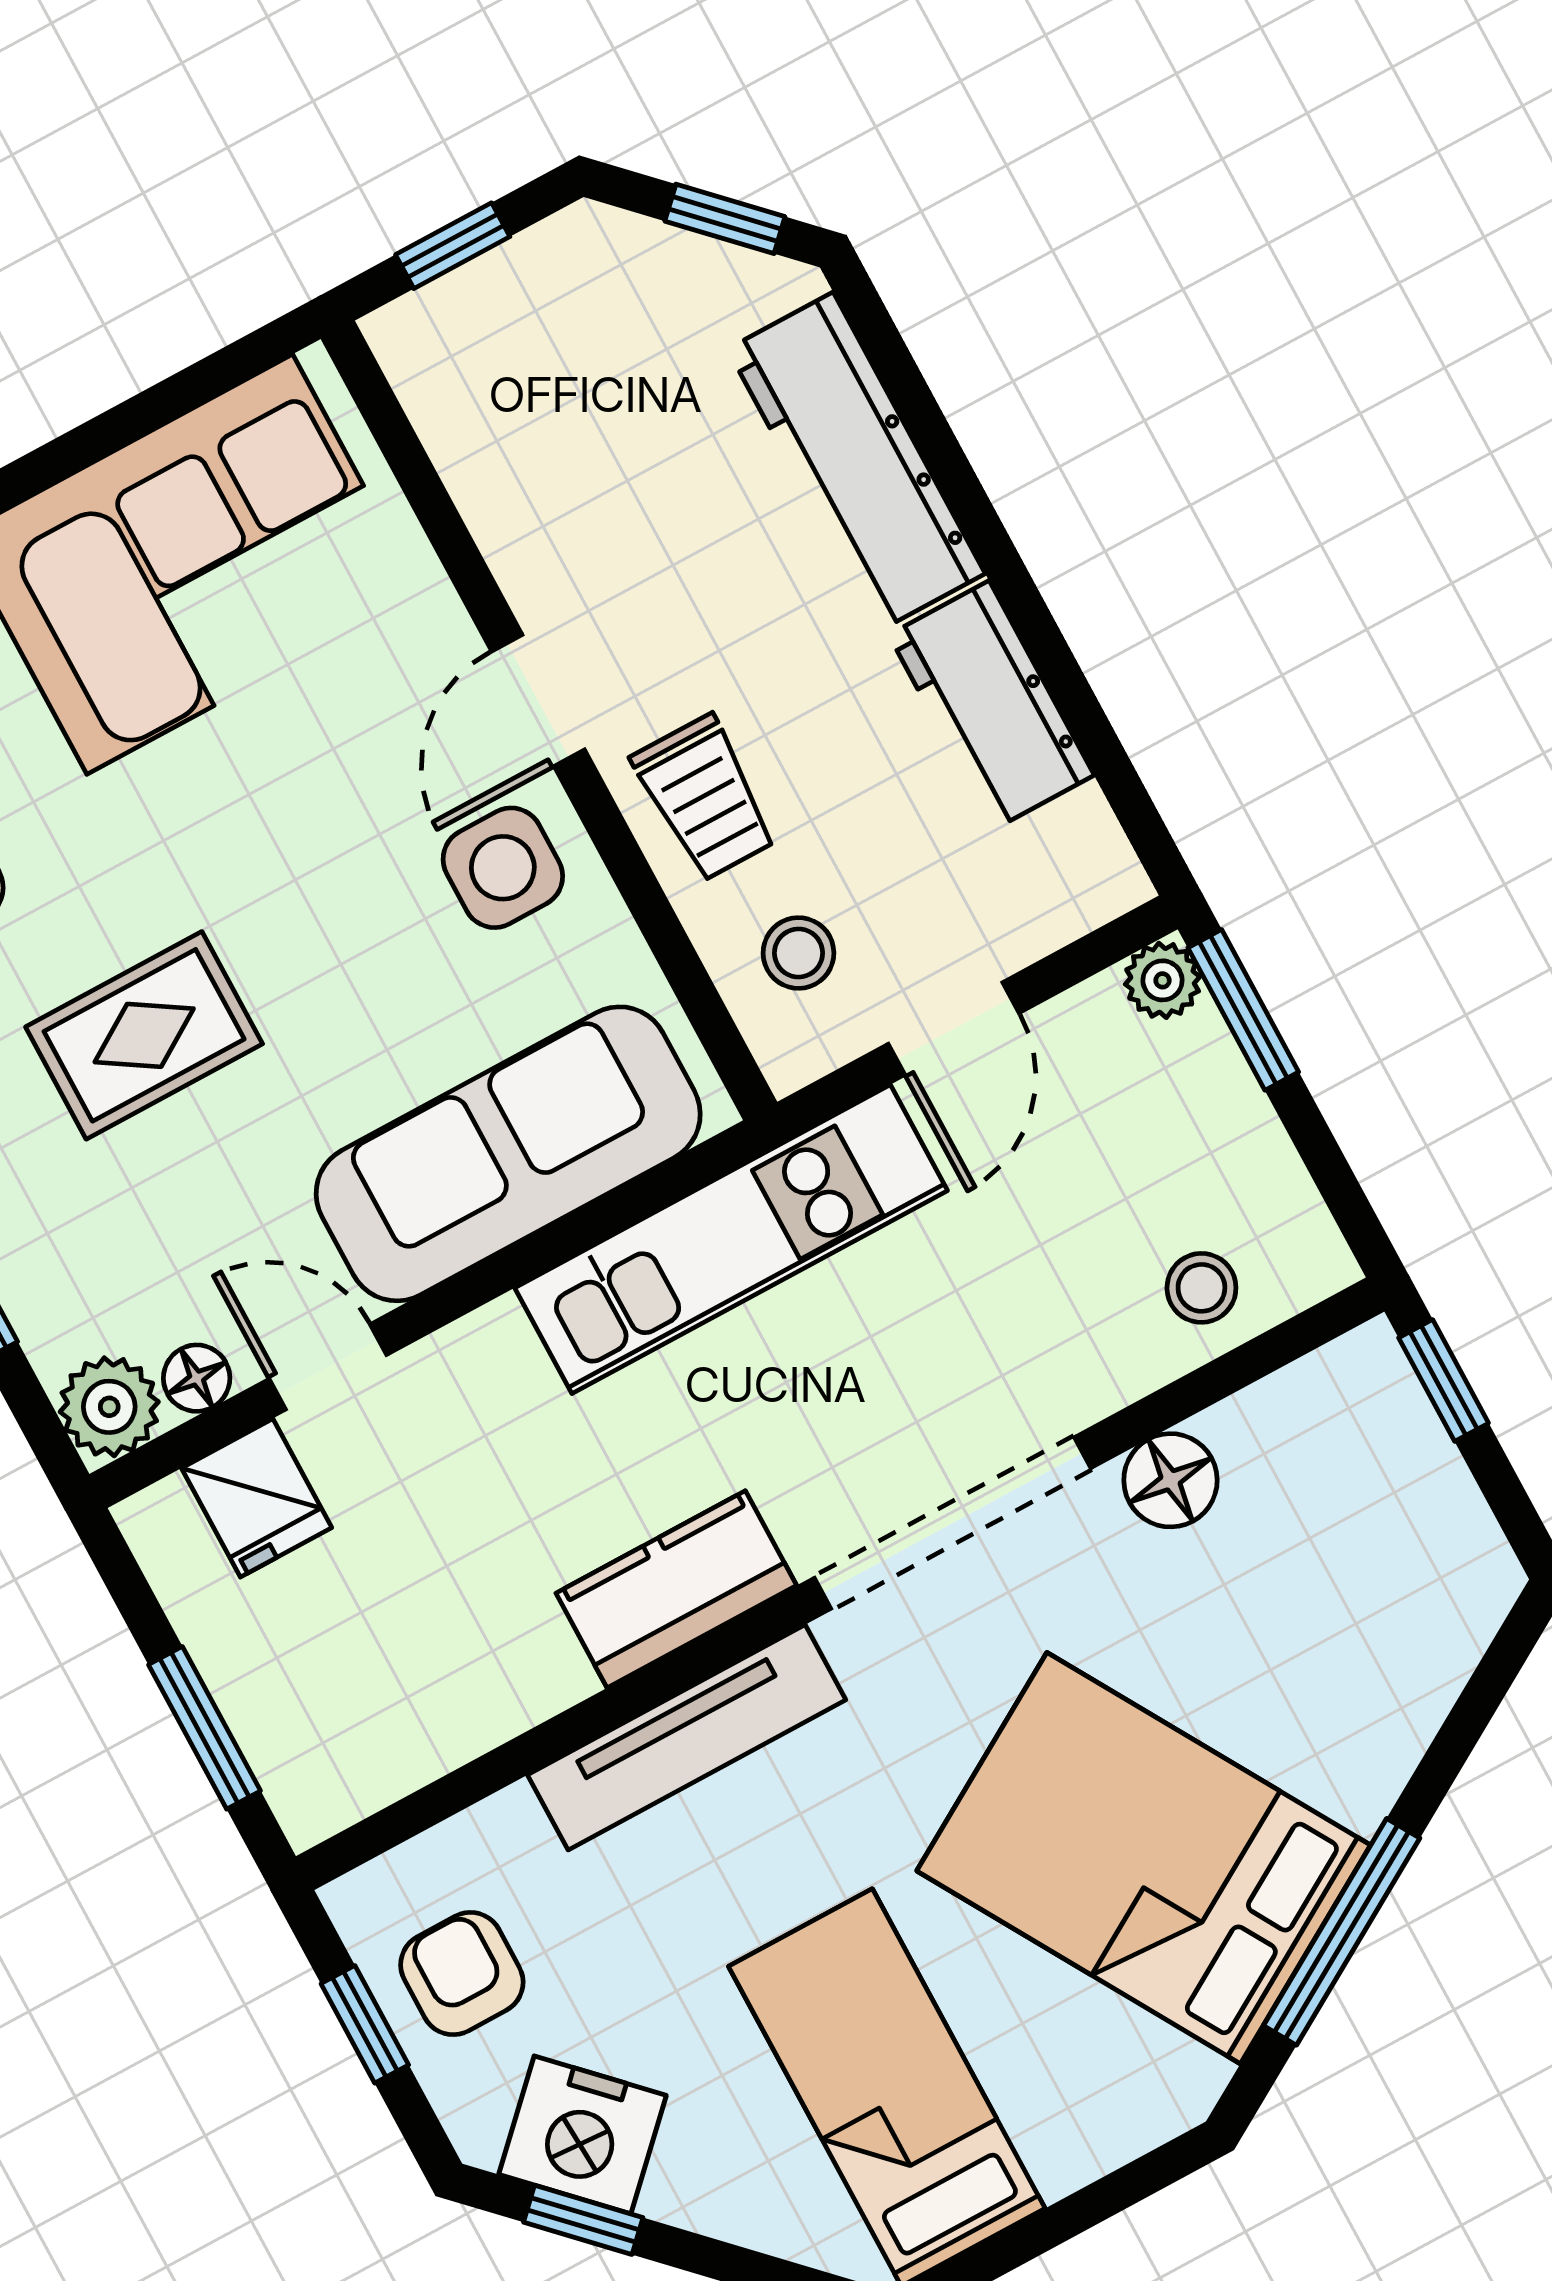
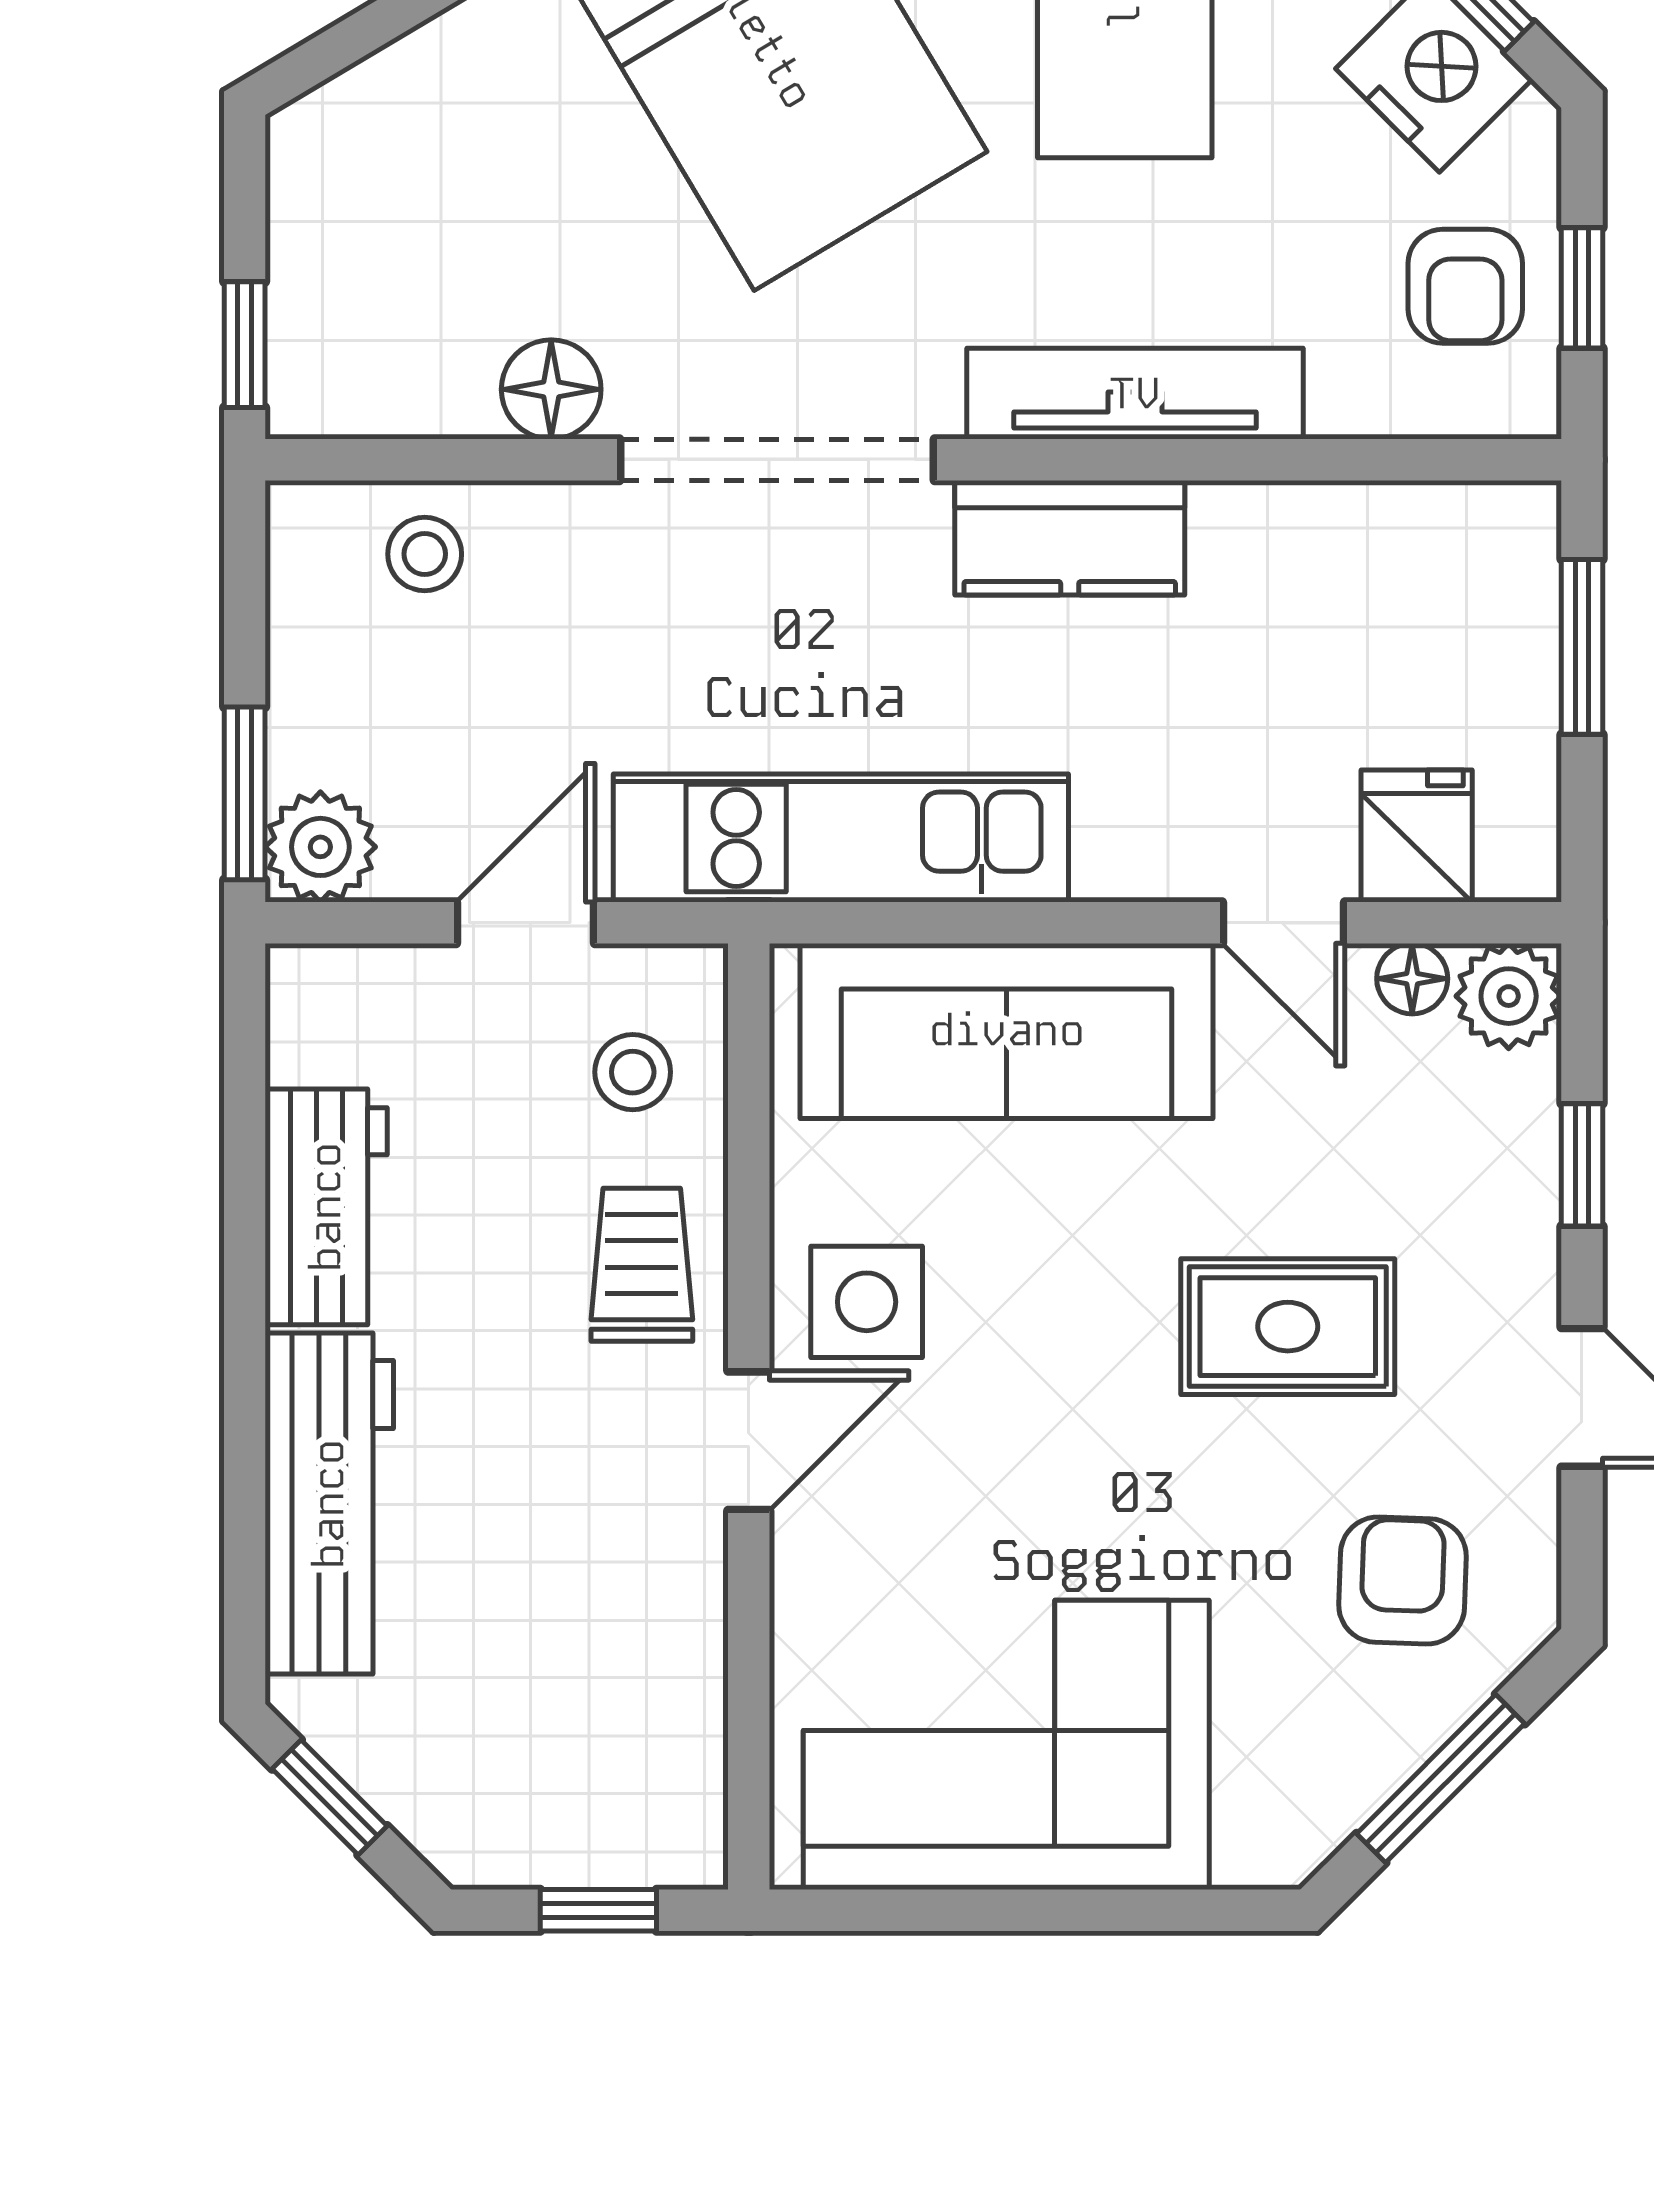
plant: (1163, 980) -> (320, 847), width x1.38, depth x1.38

